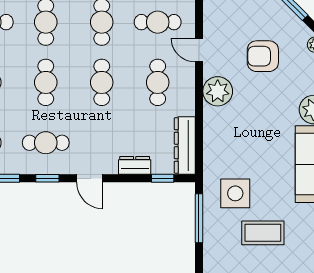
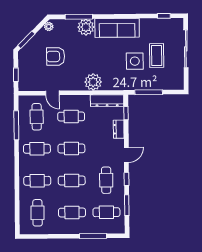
door: (199, 50) -> (52, 93), hinge flipped
armchair: (263, 56) -> (56, 56), turned 90
plant: (218, 91) -> (93, 82), moved
side table: (235, 193) -> (135, 61), moved

